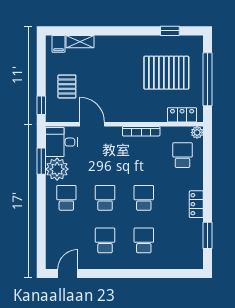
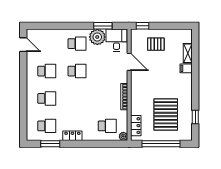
filing cabinet: (58, 44) -> (186, 68), moved
door: (92, 124) -> (129, 62), hinge flipped
school desk: (144, 198) -> (47, 126), moved

